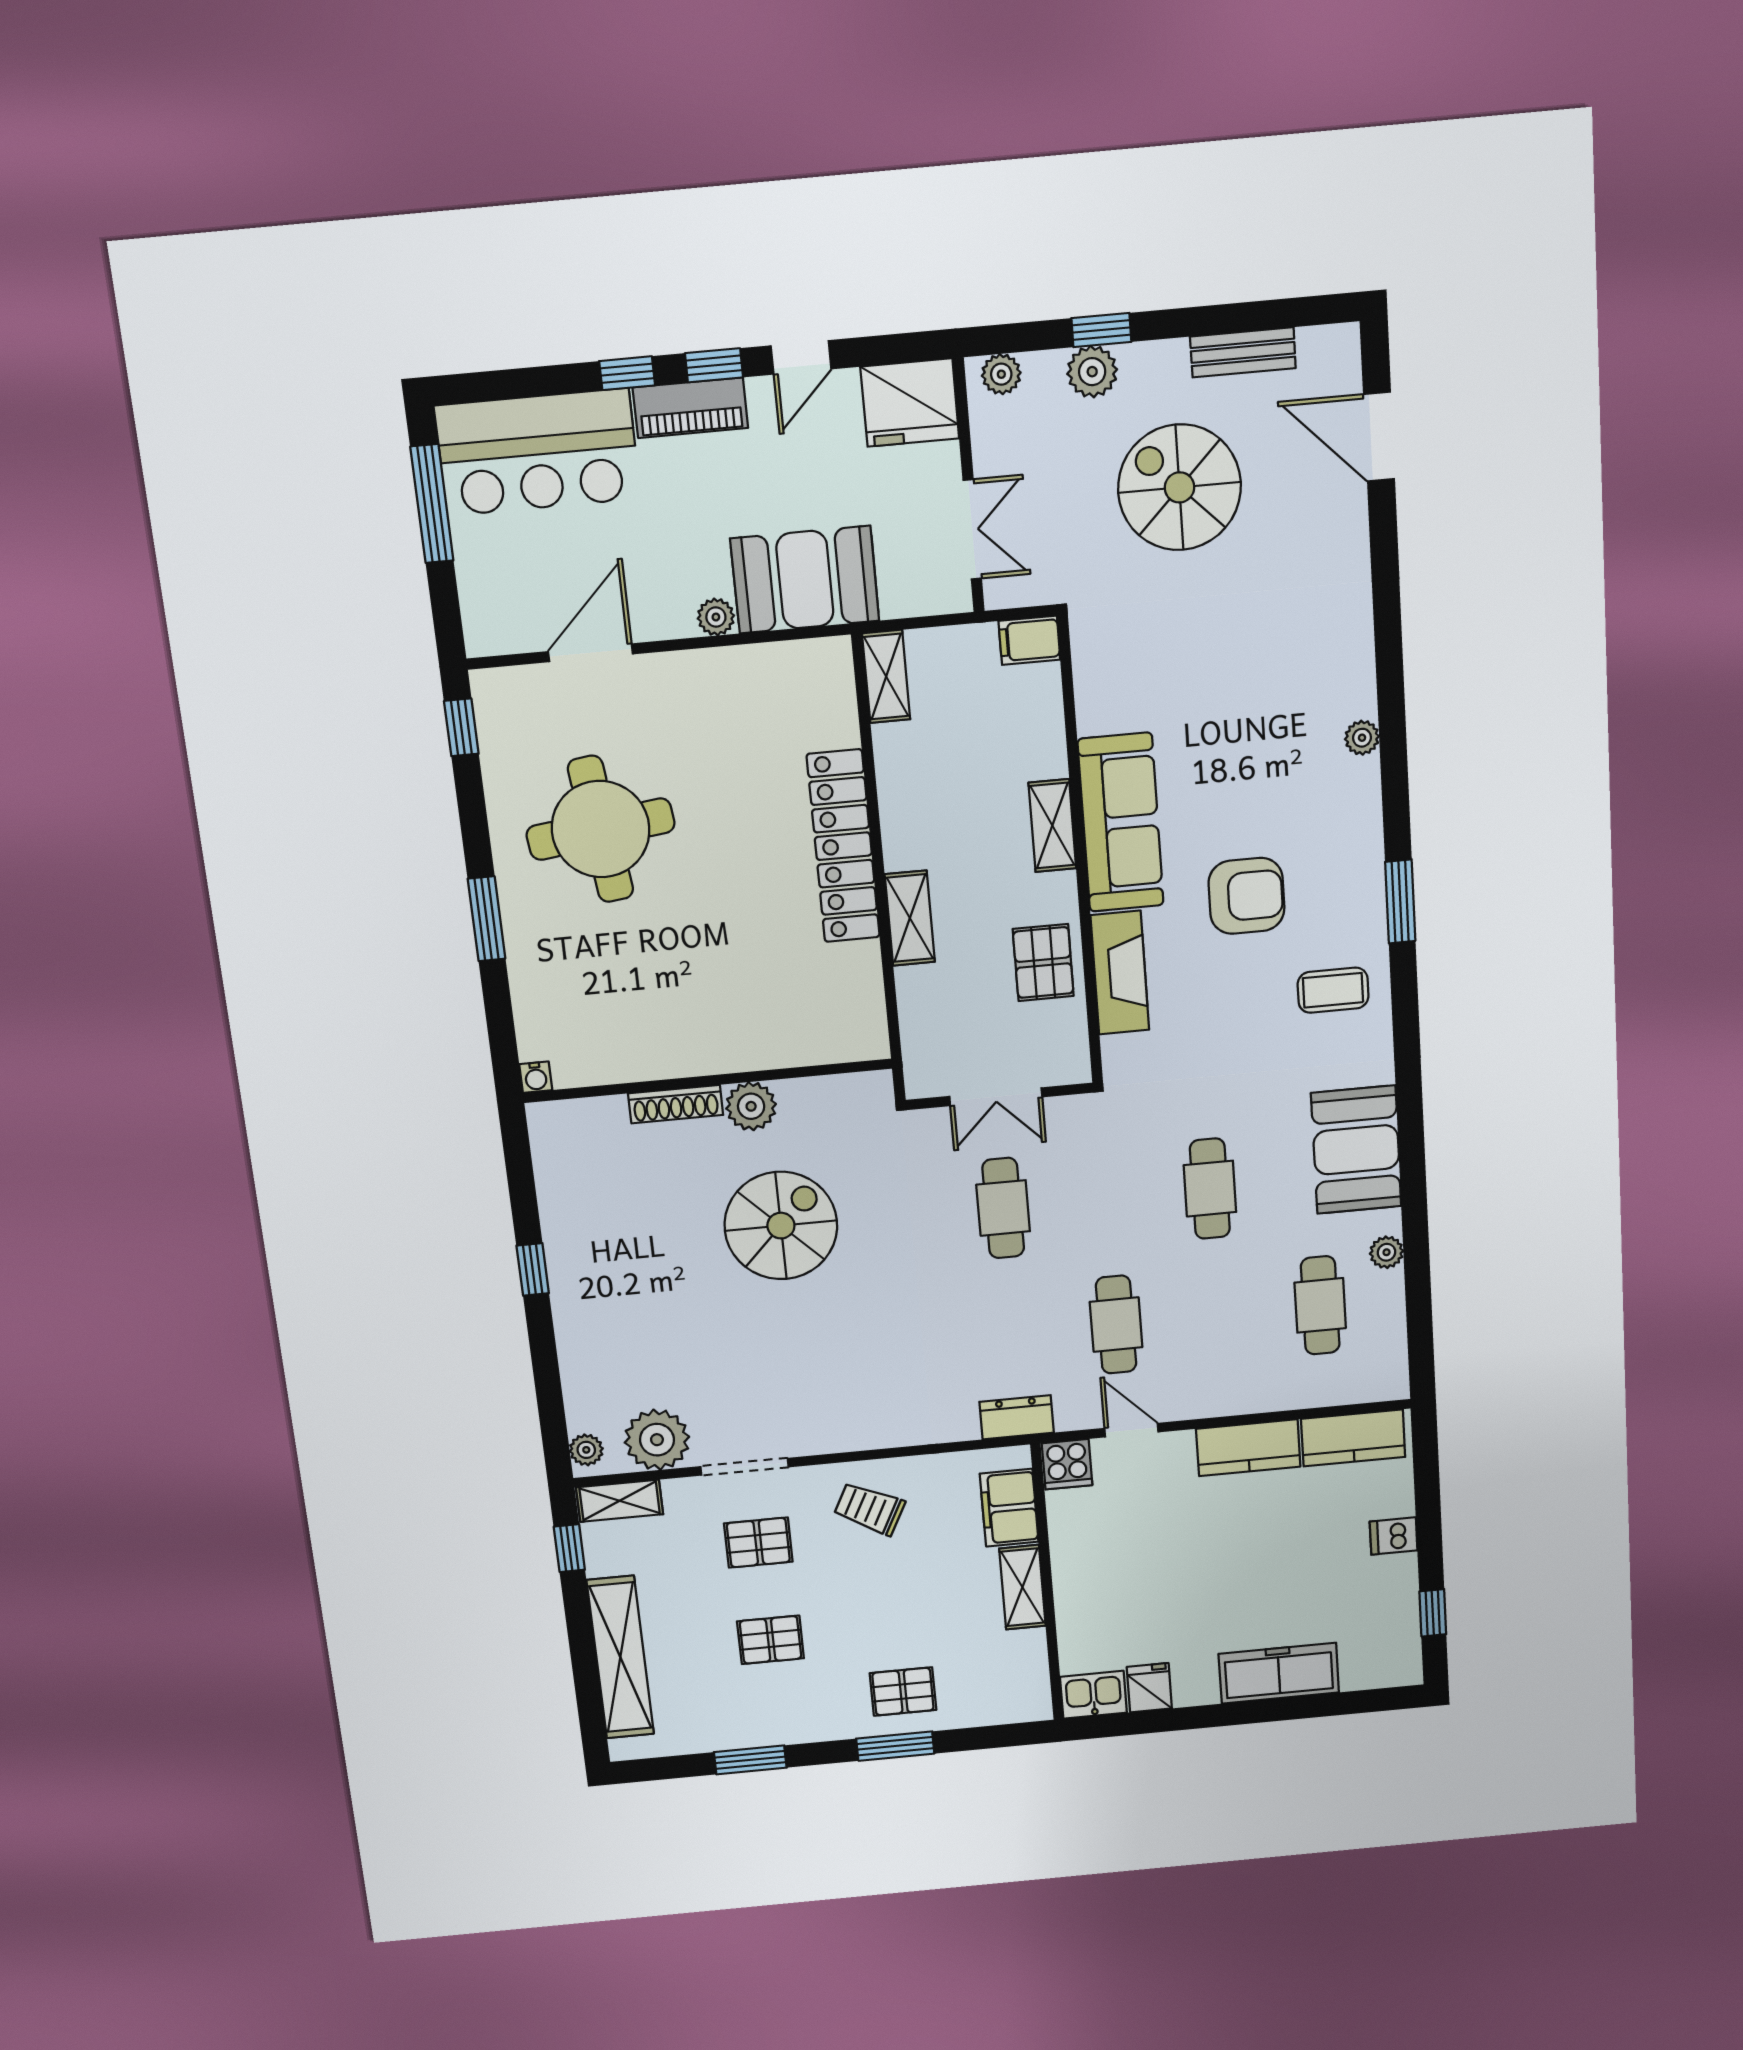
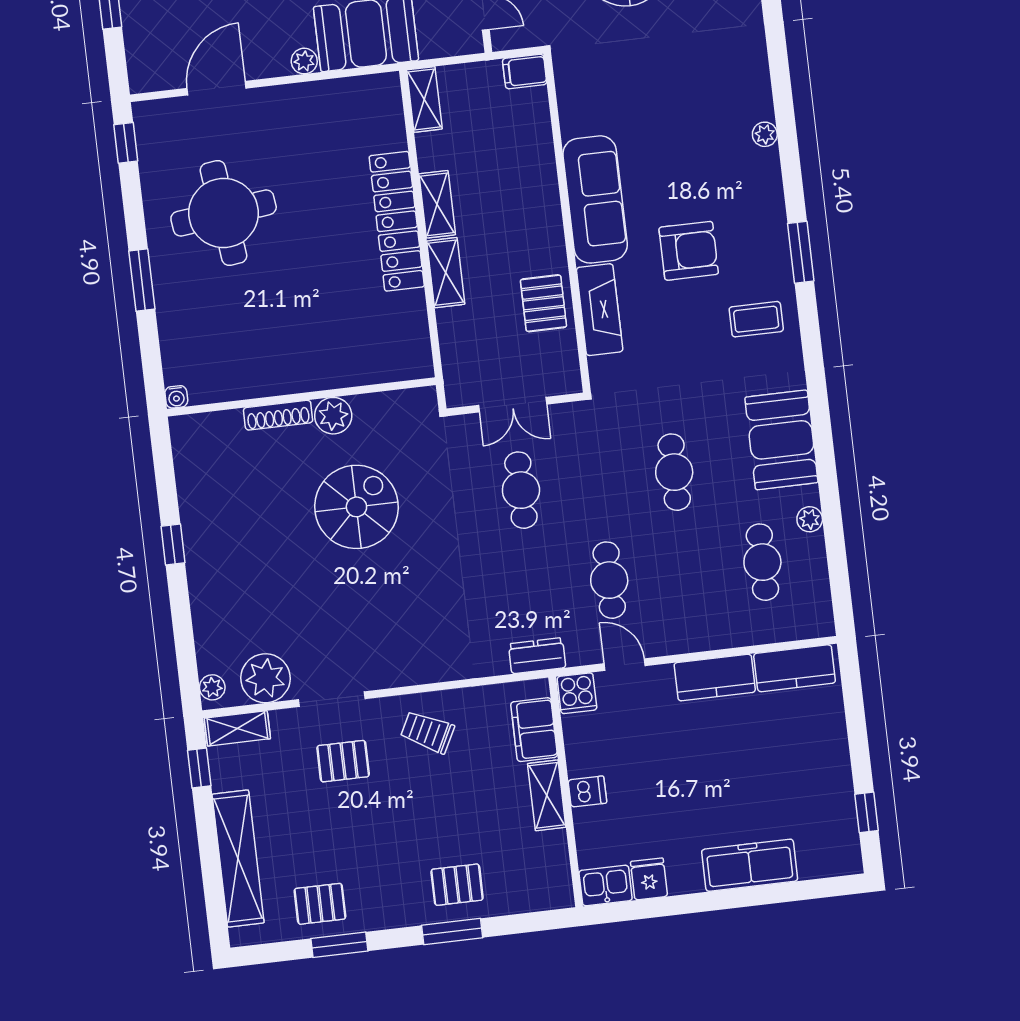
shelving: (1052, 826) -> (437, 204), moved
dishwasher: (1394, 1536) -> (587, 791), moved, turned 180
pallet: (771, 1640) -> (320, 904), moved

